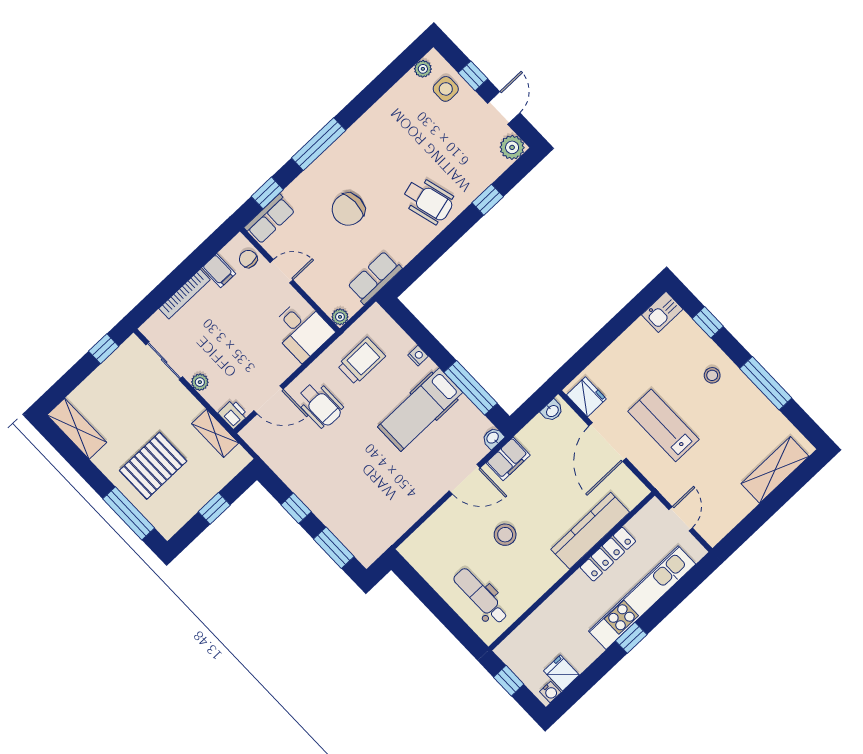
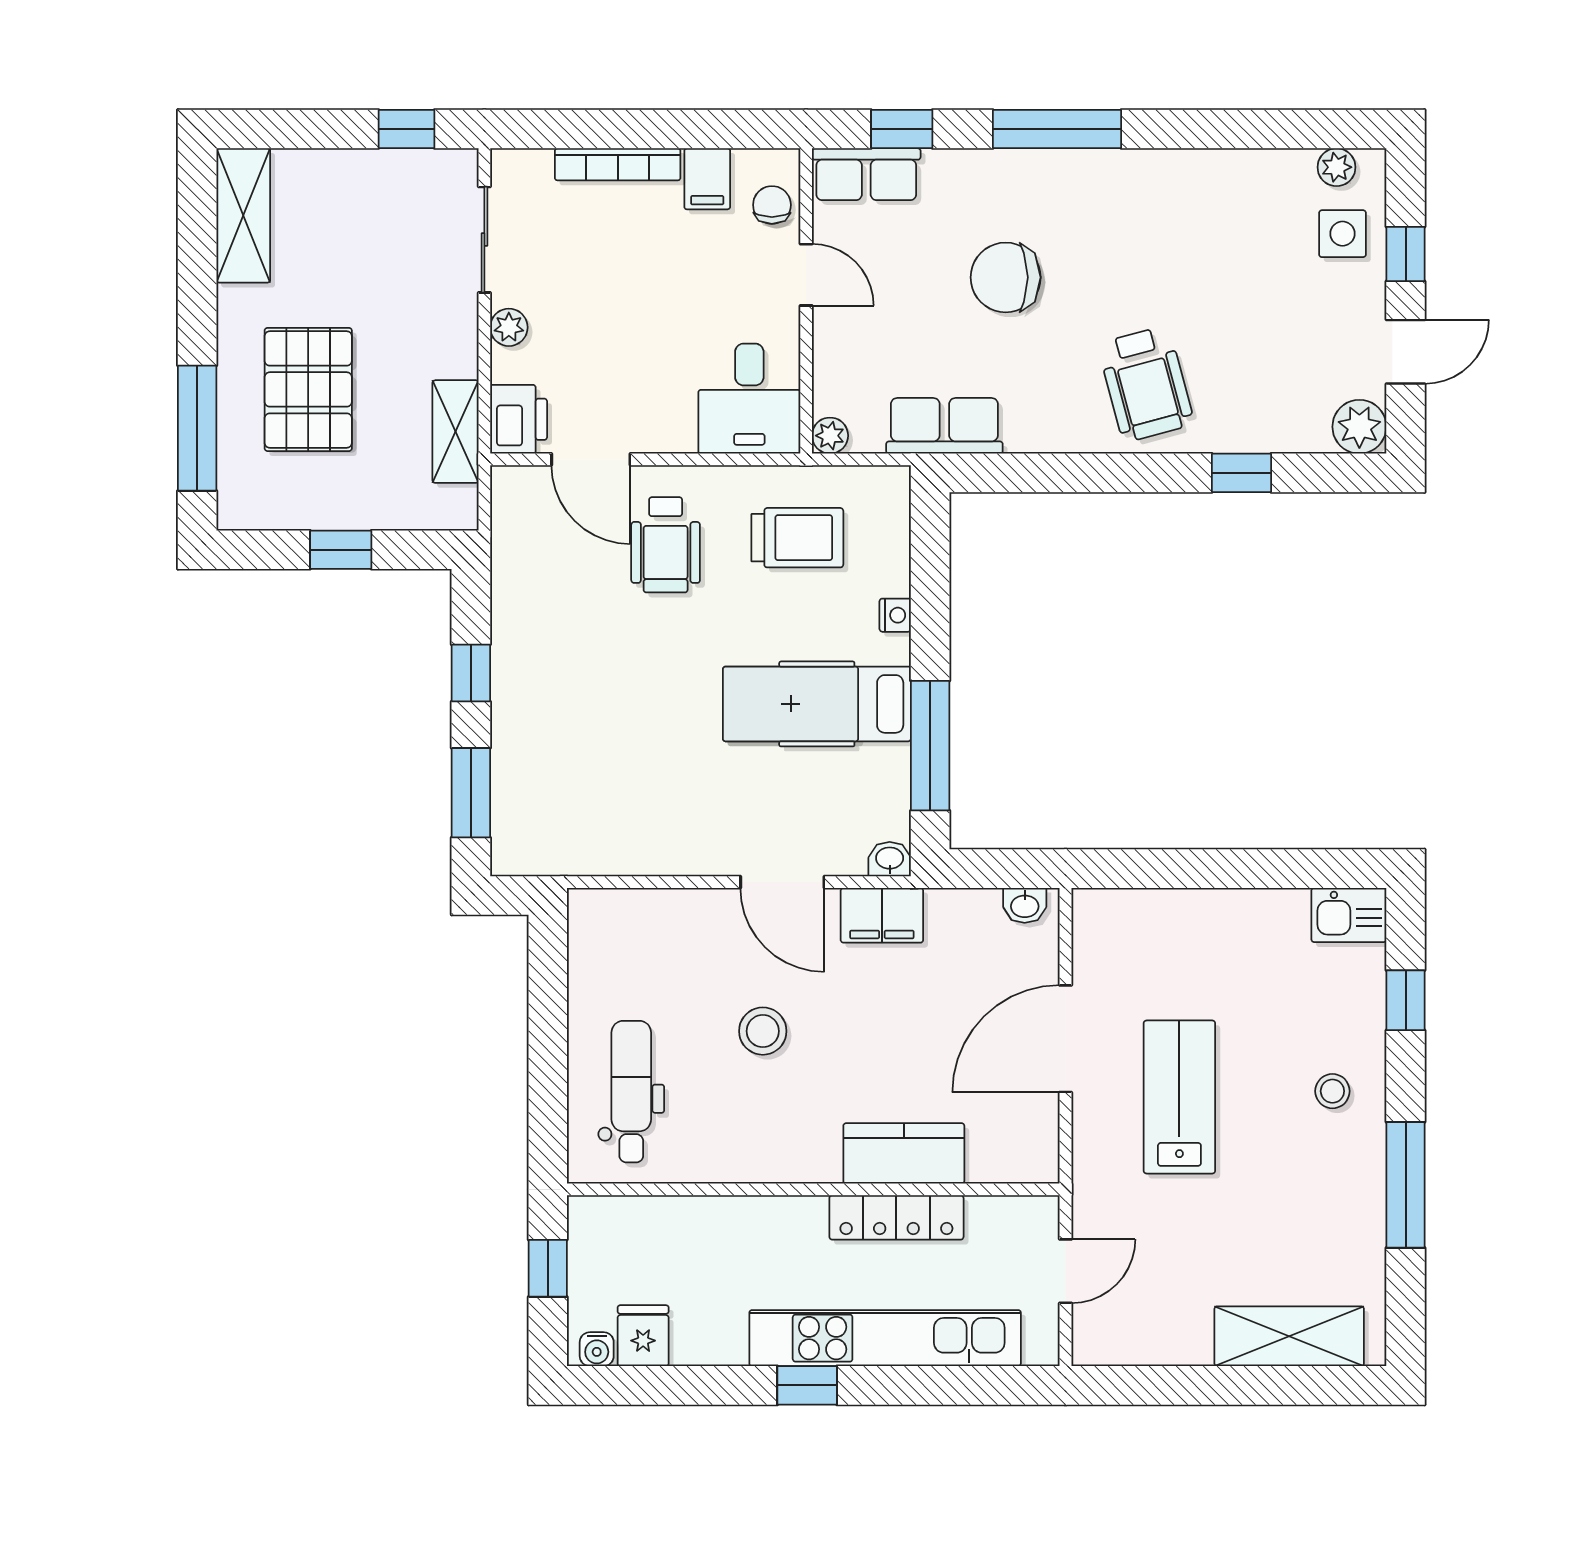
fridge: (586, 397) -> (1100, 935), removed
printer: (233, 414) -> (519, 419), width x1.36, depth x1.24
pallet: (153, 466) -> (308, 389), turned 90
kitchen counter: (590, 531) -> (904, 1153), width x0.67

